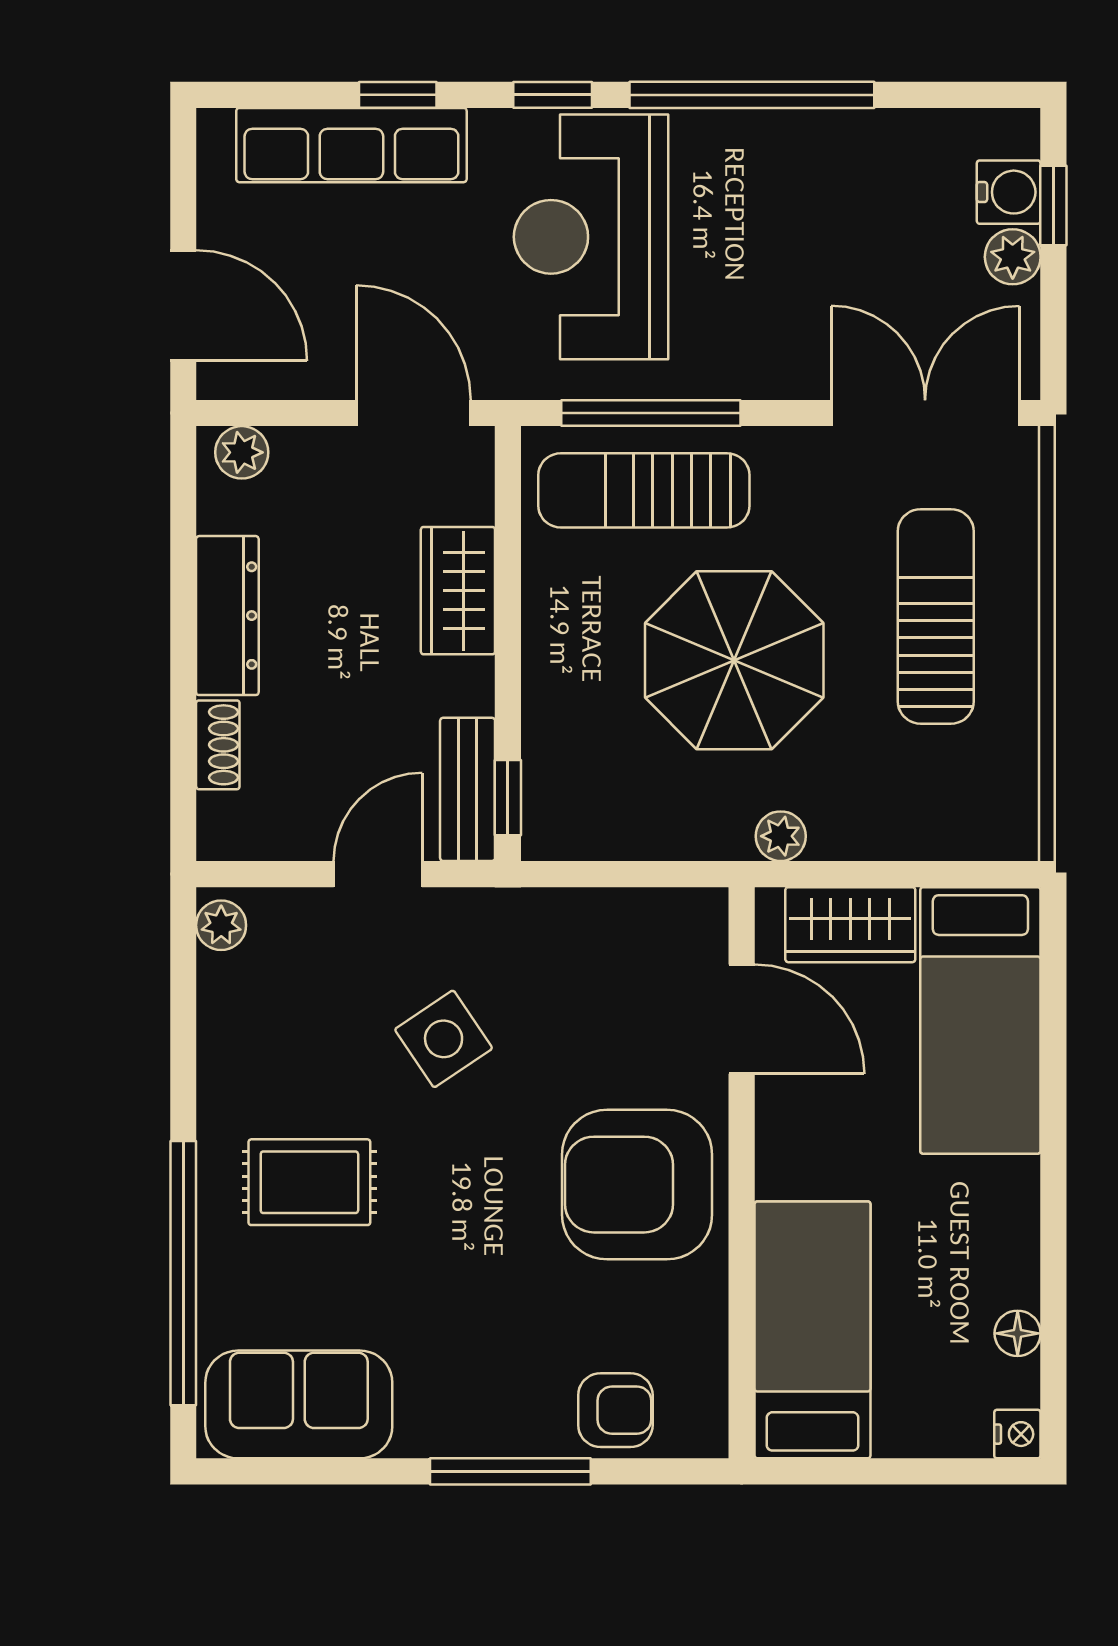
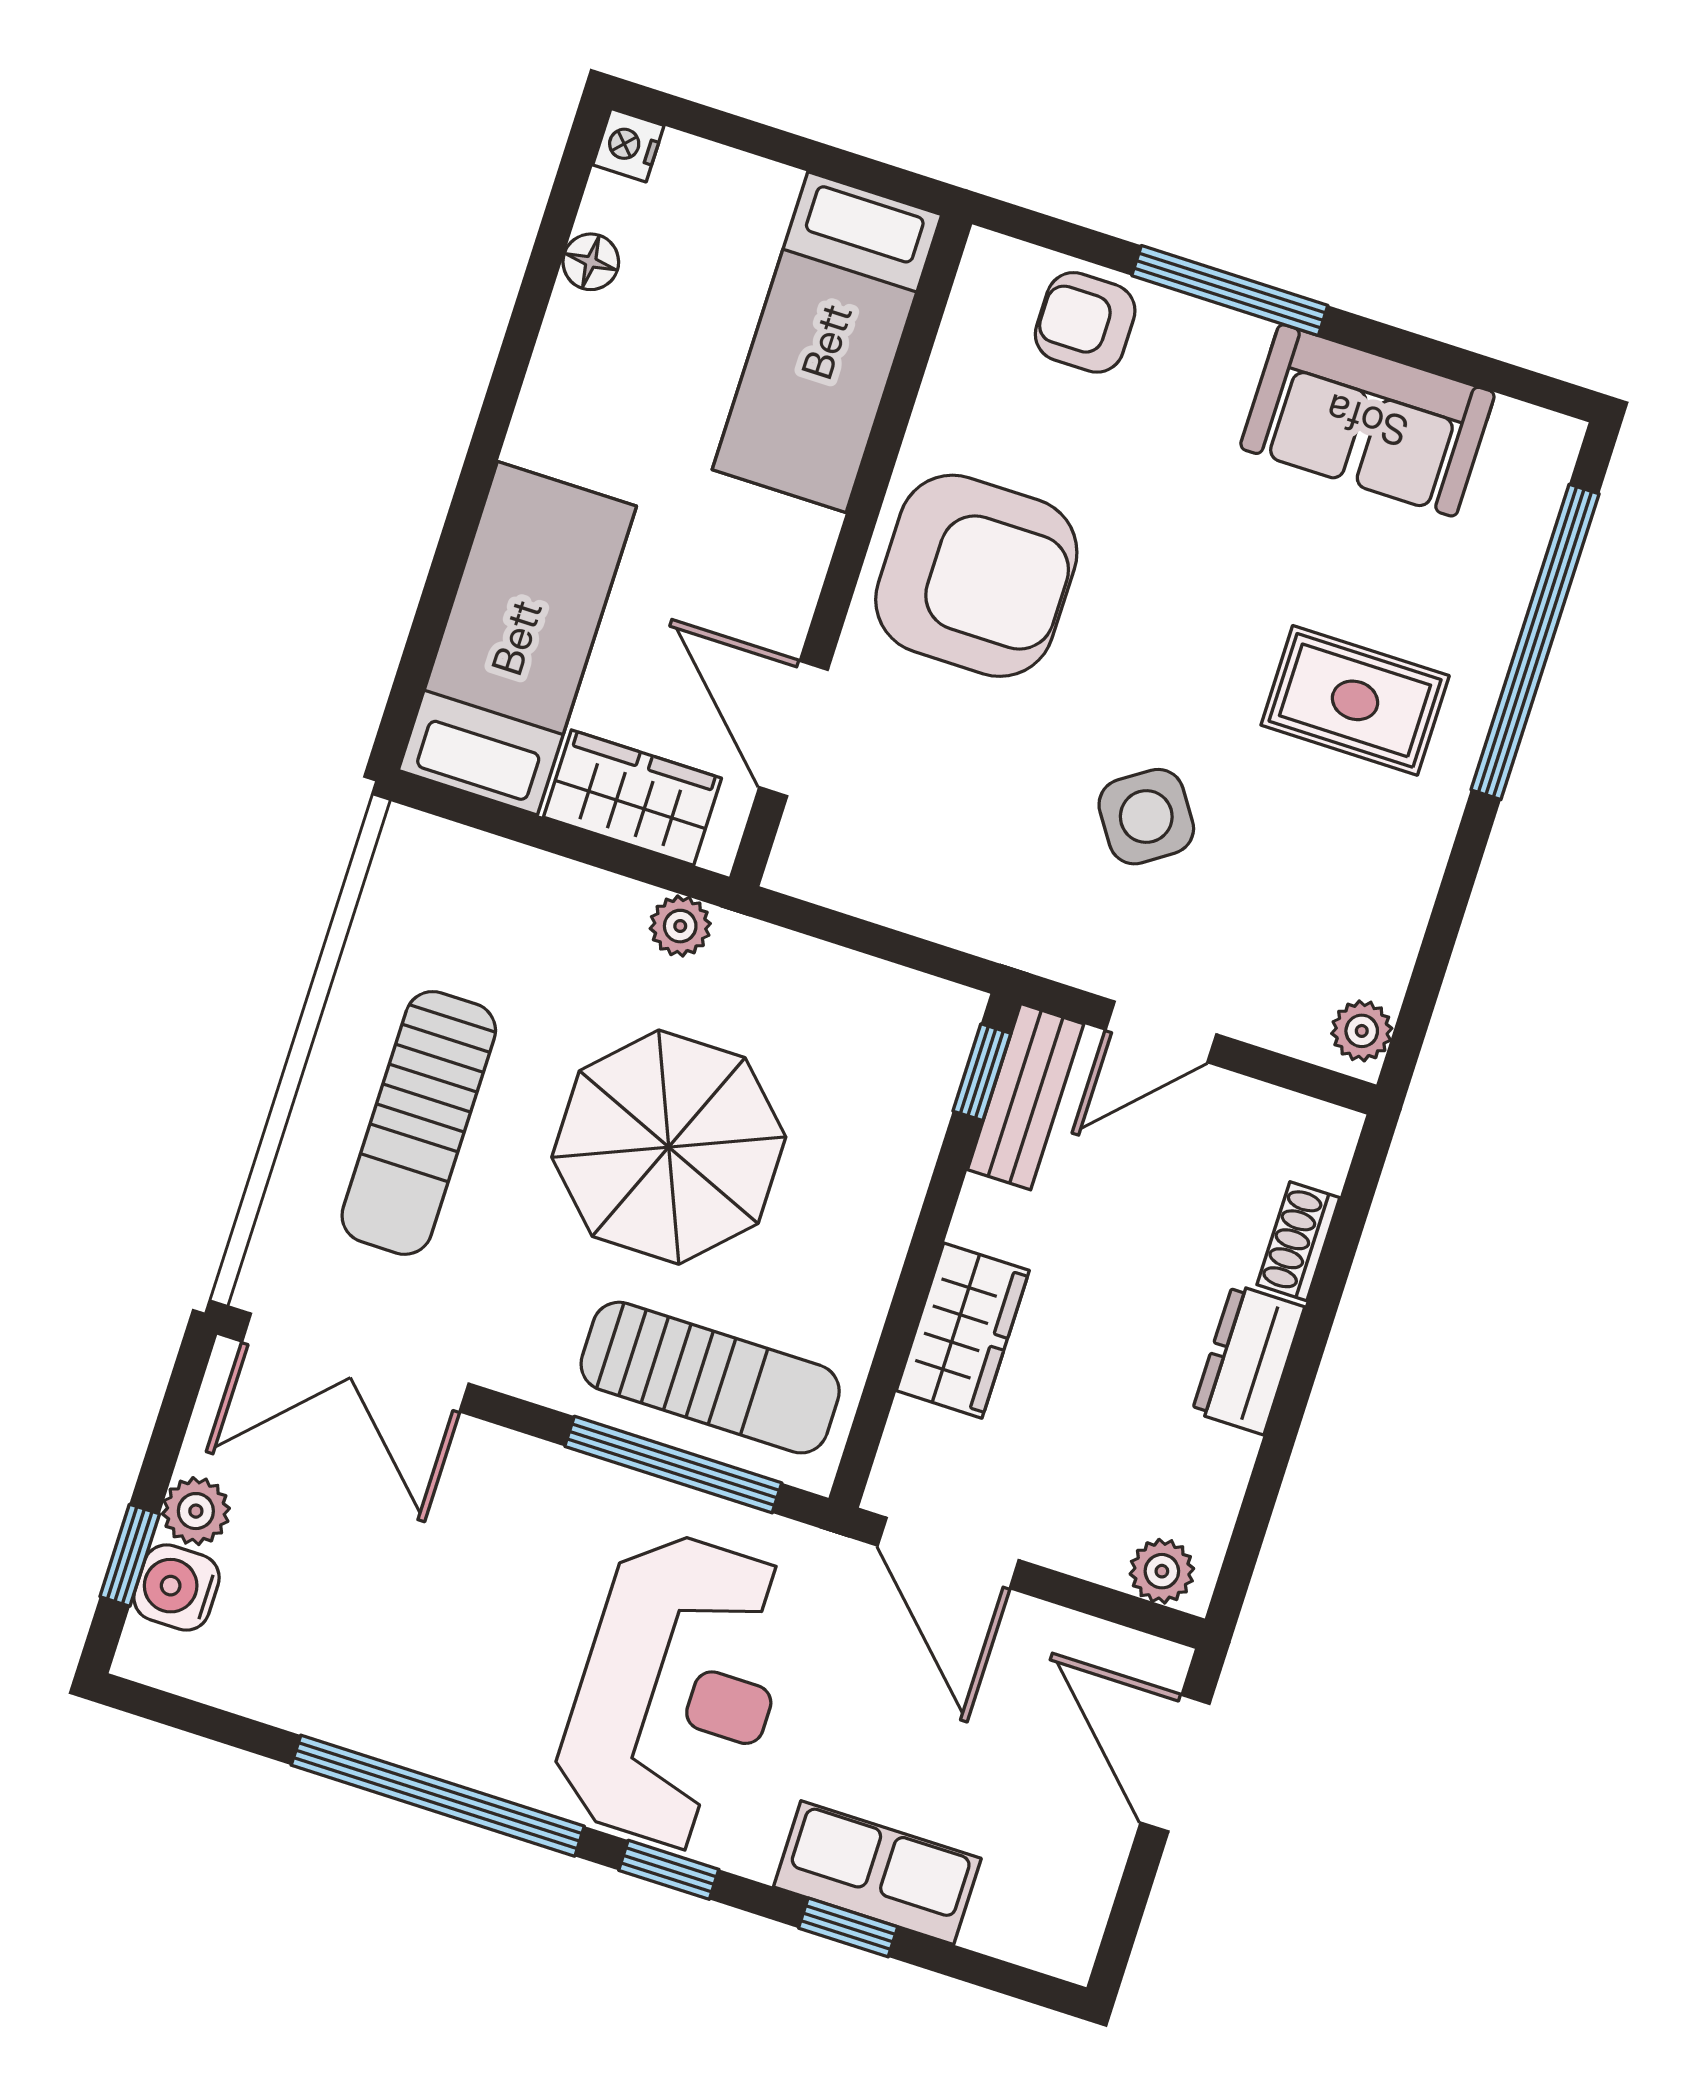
row of seats: (351, 145) -> (877, 1873), width x0.68
dresser: (227, 616) -> (1248, 1359), width x0.70
sofa: (299, 1404) -> (1367, 420), moved

